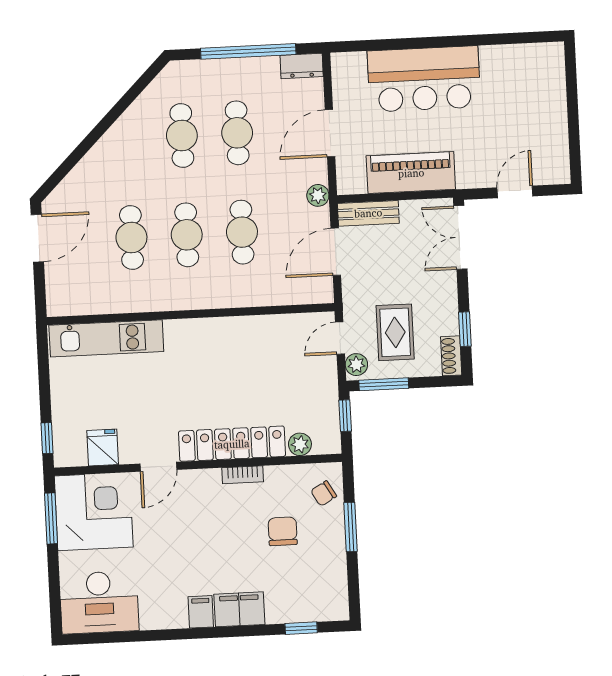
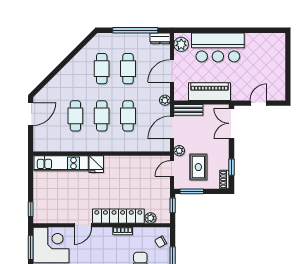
plant: (346, 76) -> (181, 44), added
plant: (356, 365) -> (179, 151), moved
fridge: (103, 448) -> (96, 164), moved, turned 180

